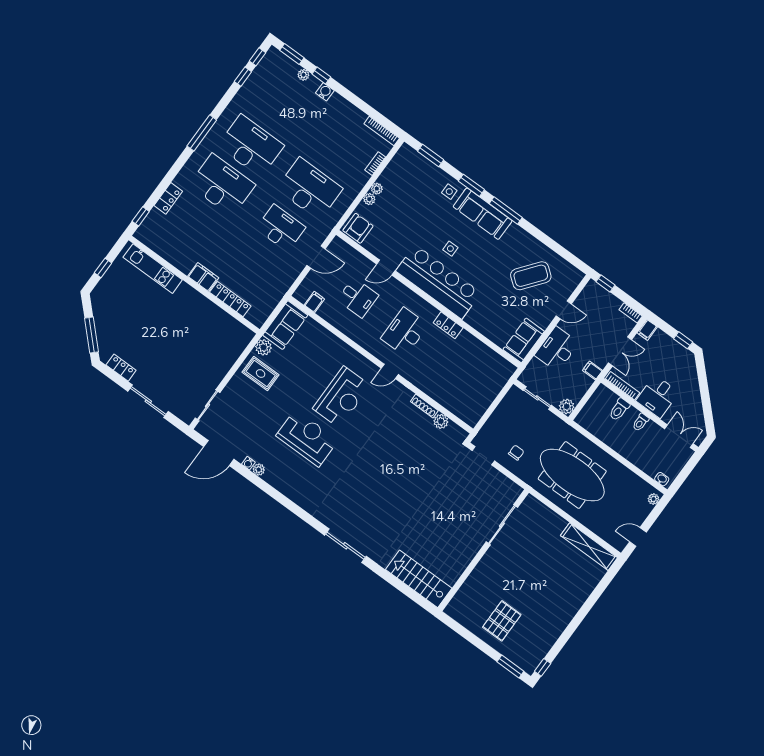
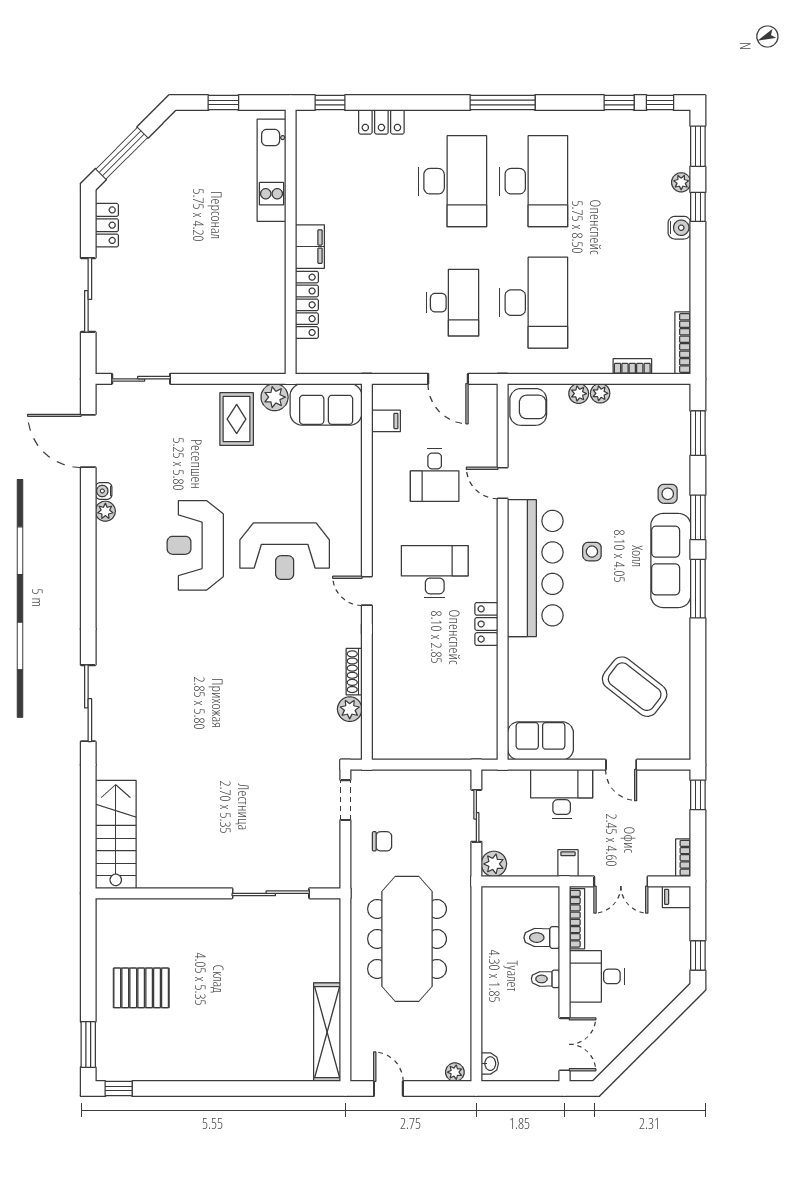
reception desk: (307, 438) -> (195, 545), turned 180

